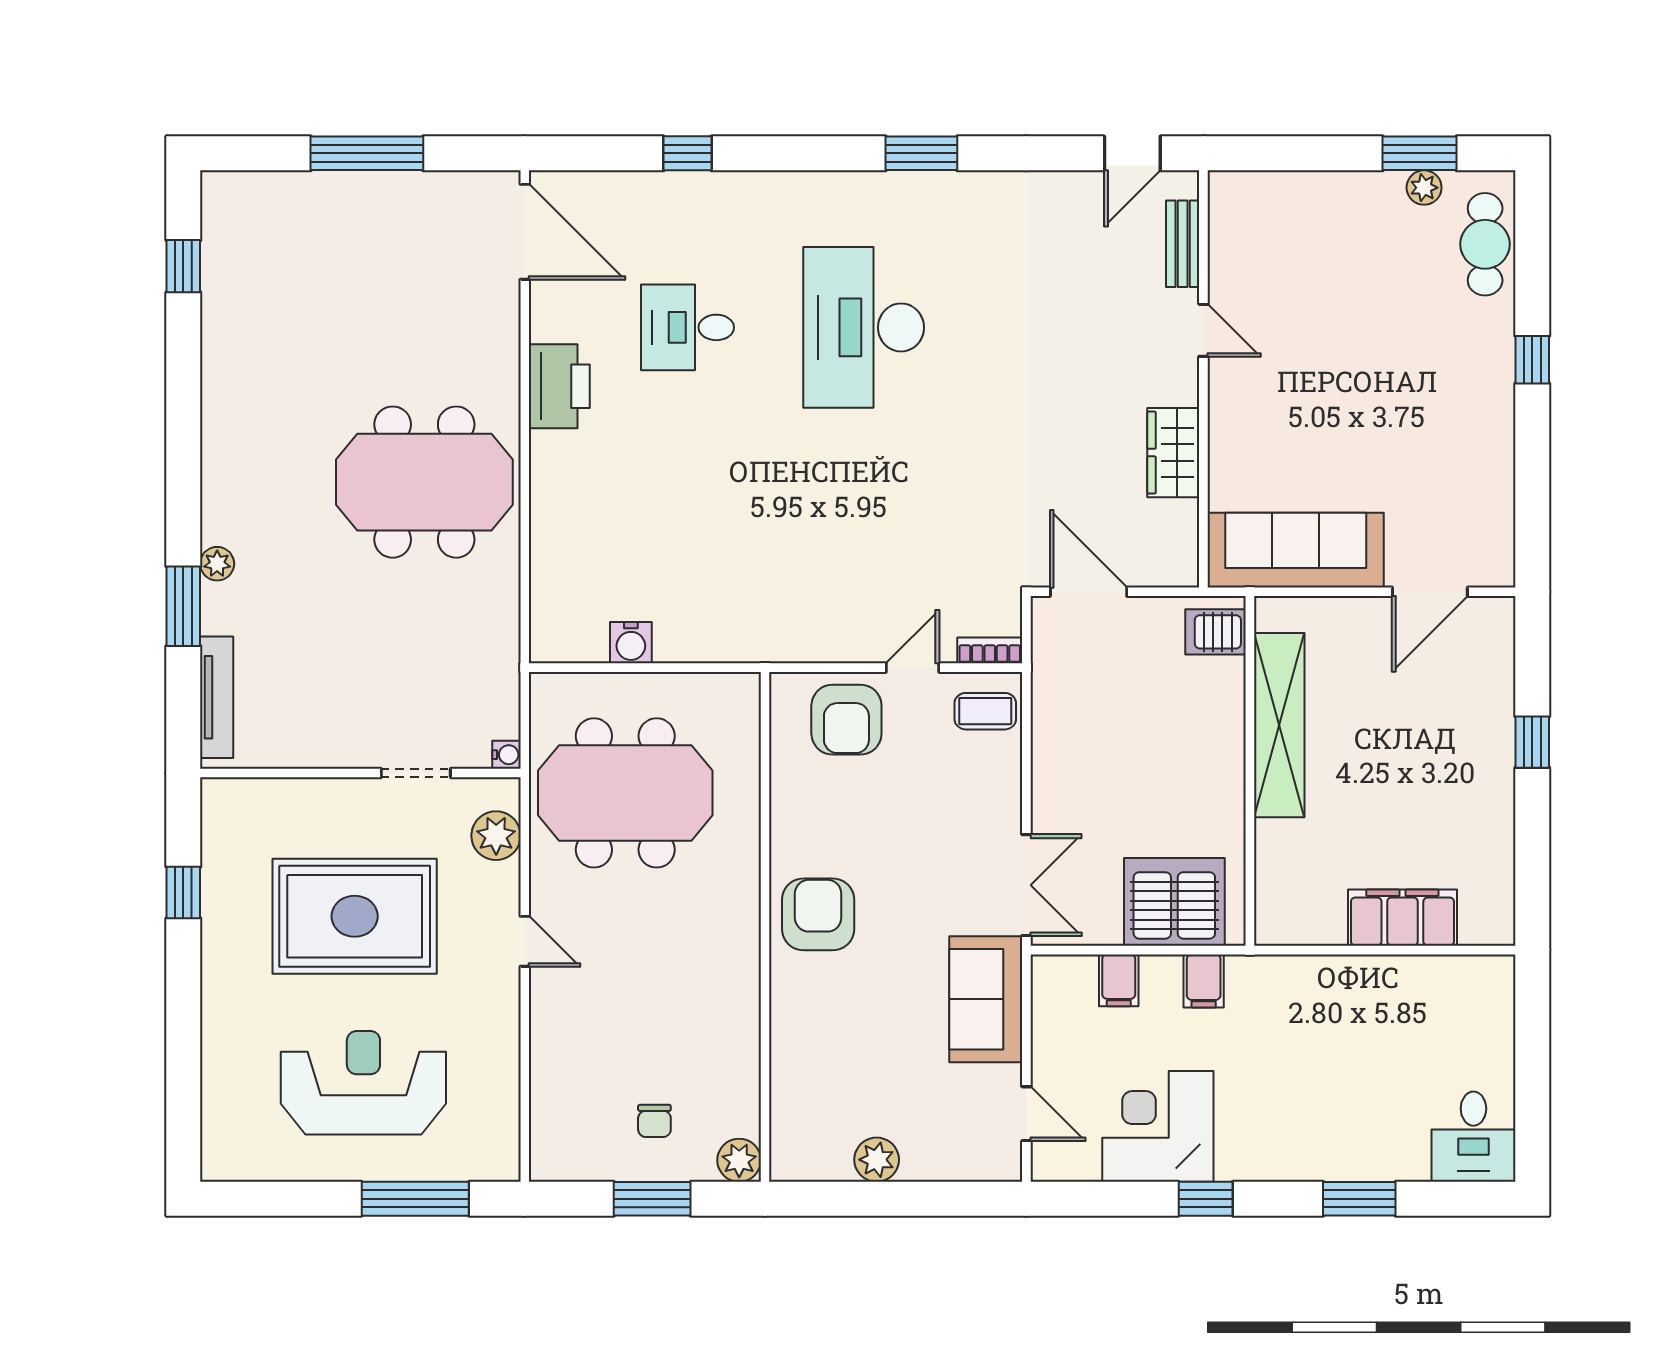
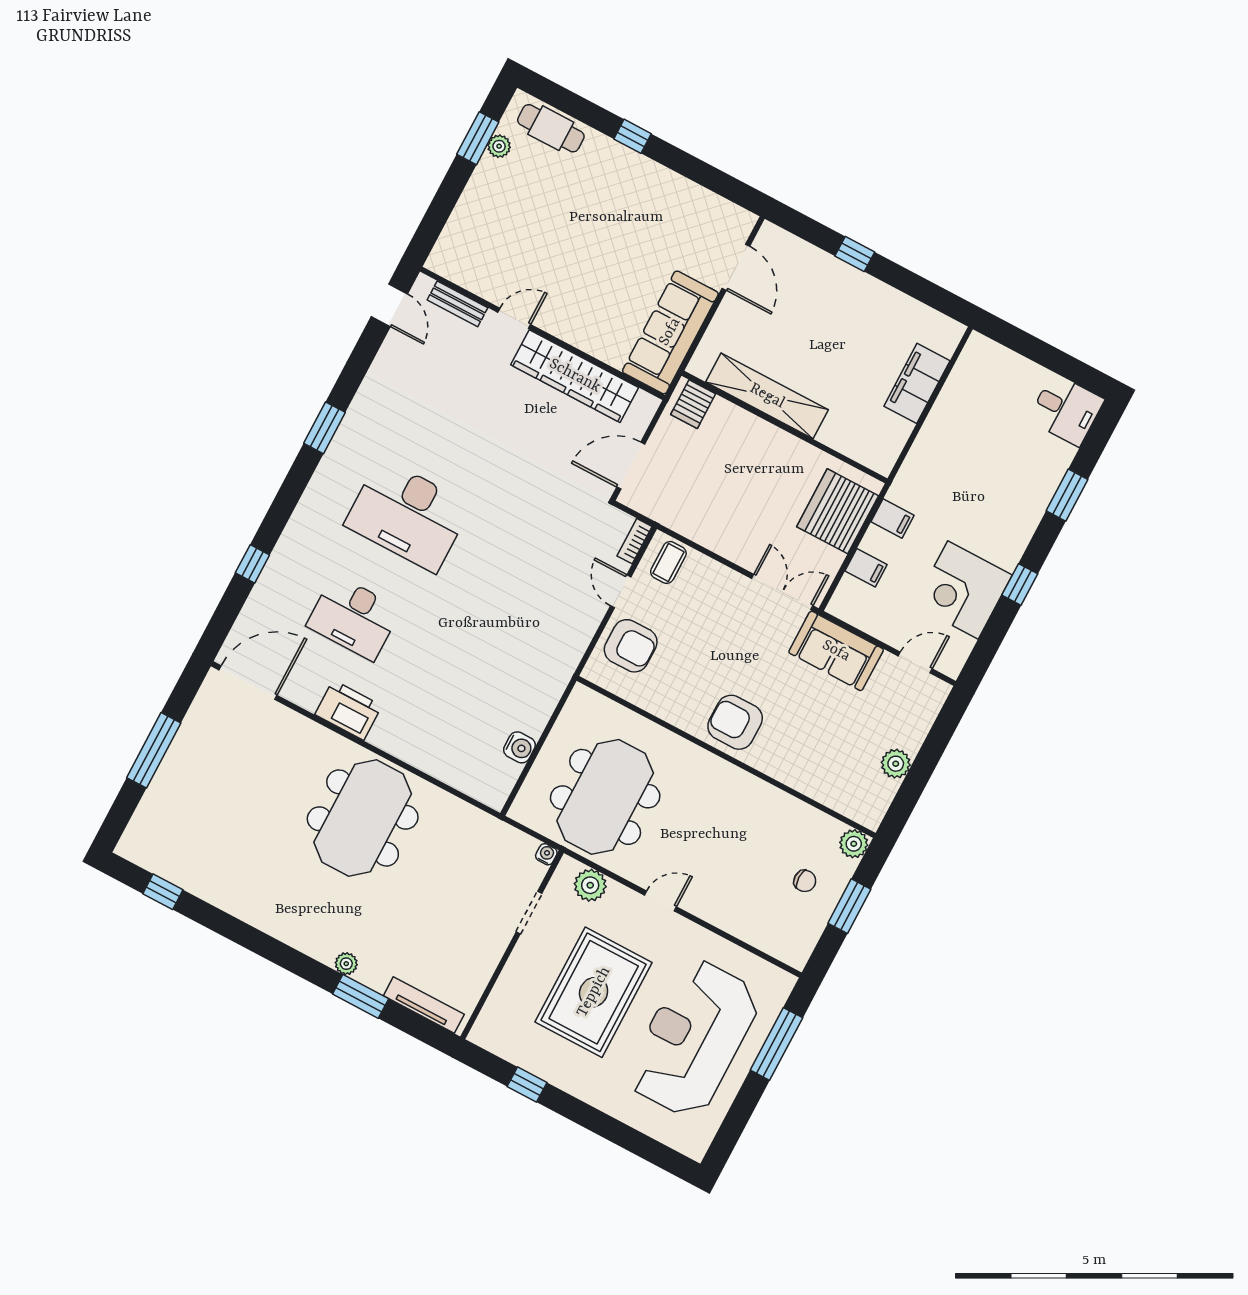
desk: (688, 327) -> (354, 617), width x1.37
wardrobe: (1173, 453) -> (575, 376), width x2.10, depth x1.17
reception desk: (363, 1083) -> (693, 1038), width x1.36, depth x1.30

